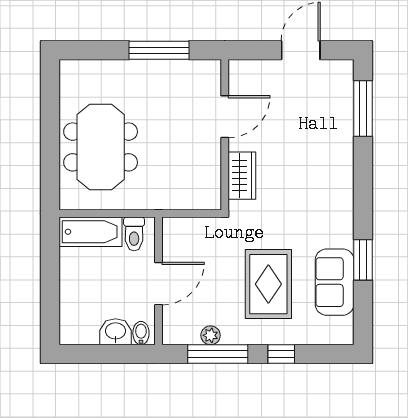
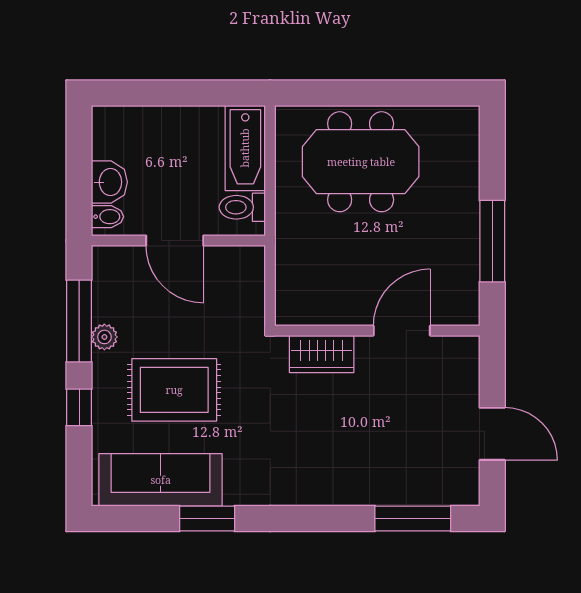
door: (225, 117) -> (402, 331), swing flipped
sofa: (335, 282) -> (161, 480), width x1.36
plant: (211, 335) -> (104, 337), moved

